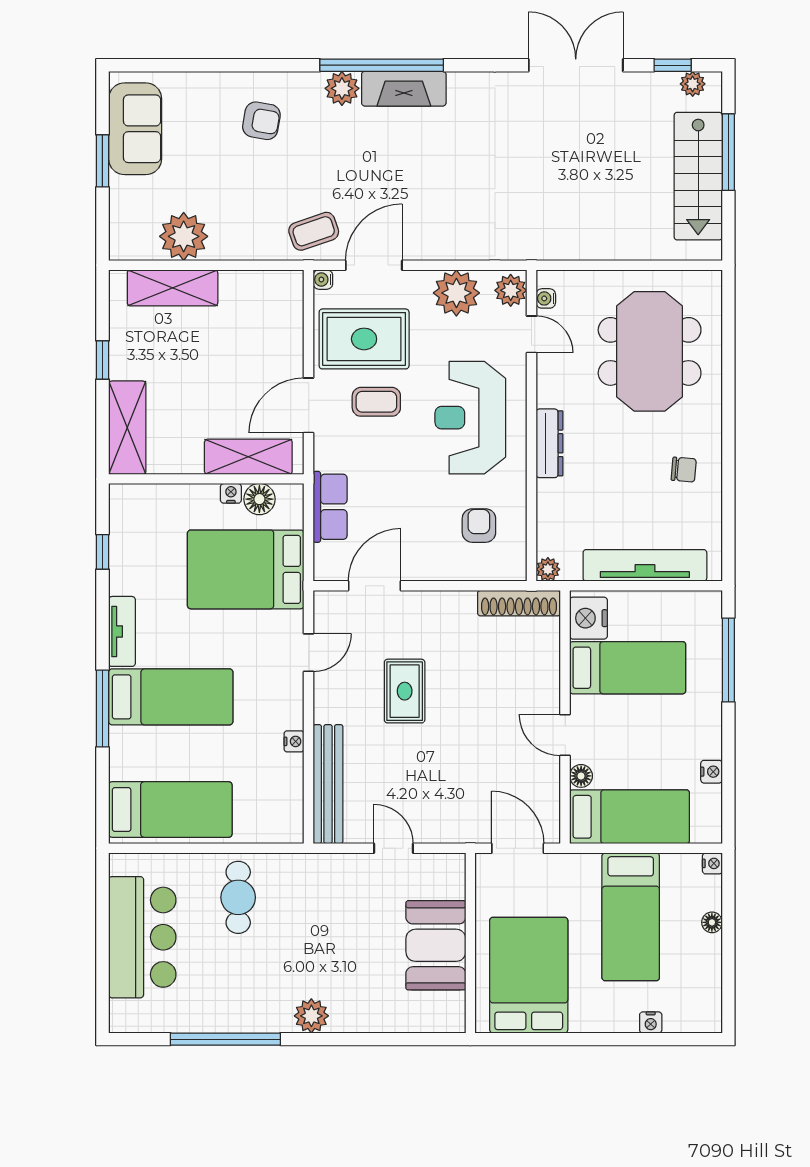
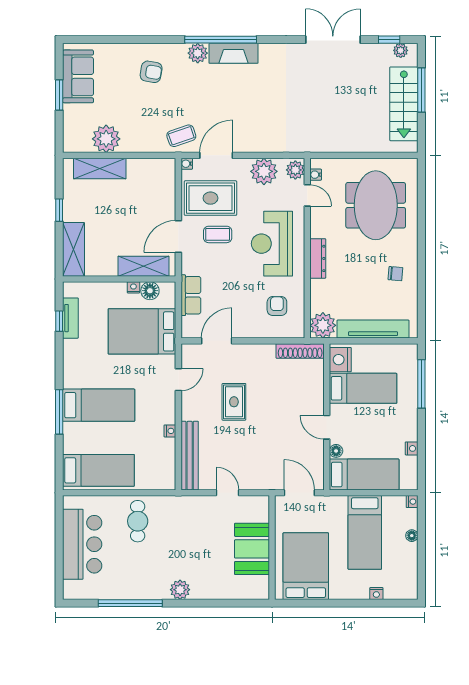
plant: (548, 569) -> (323, 325), width x1.87, depth x1.87
tv unit: (122, 631) -> (70, 318), moved

